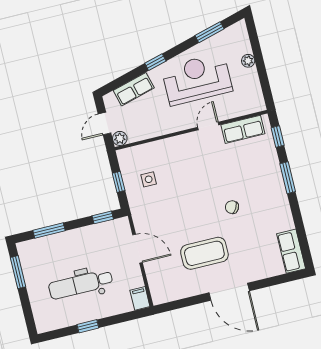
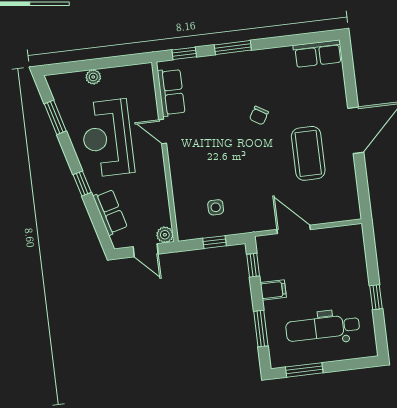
door: (138, 249) -> (294, 229), hinge flipped
dental chair: (81, 284) -> (323, 328), moved, turned 90
filing cabinet: (140, 298) -> (273, 290), moved, turned 180

